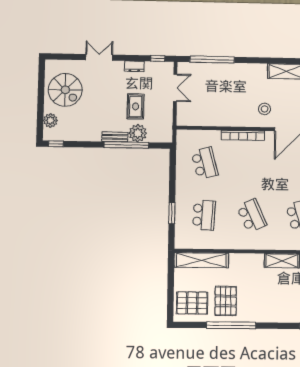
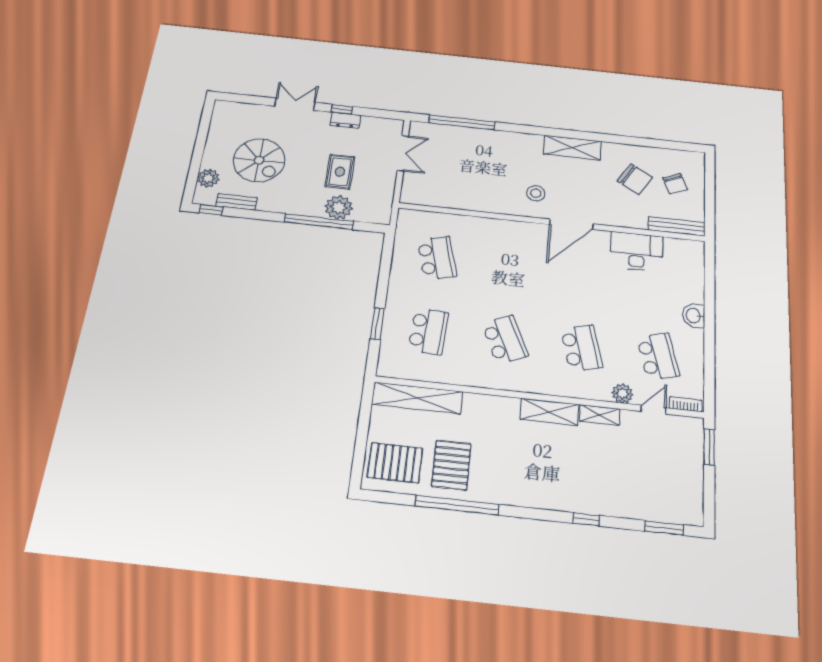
window: (158, 58) -> (342, 109), moved
spiral stairs: (65, 90) -> (259, 160), moved
bookcase: (243, 135) -> (500, 225), removed
bench: (115, 137) -> (237, 202), moved

